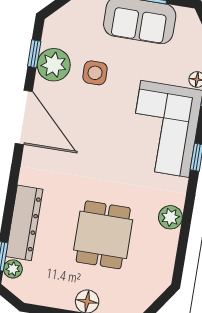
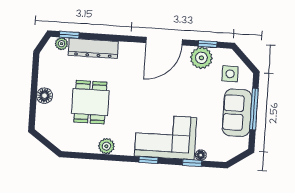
side table: (95, 73) -> (230, 74), moved
dining table: (103, 235) -> (90, 102), turned 90

